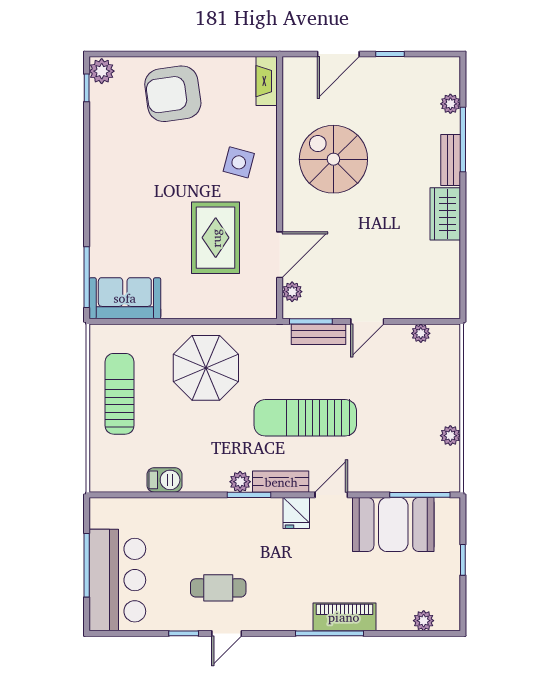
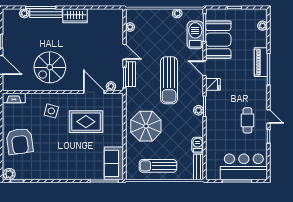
bench: (451, 160) -> (46, 13), width x1.36
barbecue: (404, 475) -> (195, 35), added
bench: (281, 482) -> (198, 167), moved

